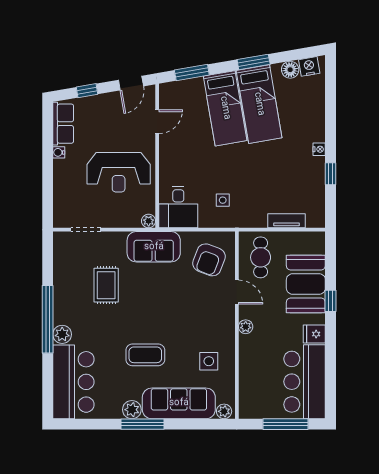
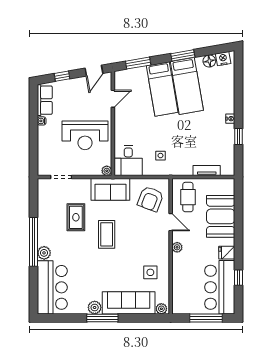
window: (330, 301) -> (239, 278), moved
coffee table: (145, 355) -> (107, 234), moved, turned 90

